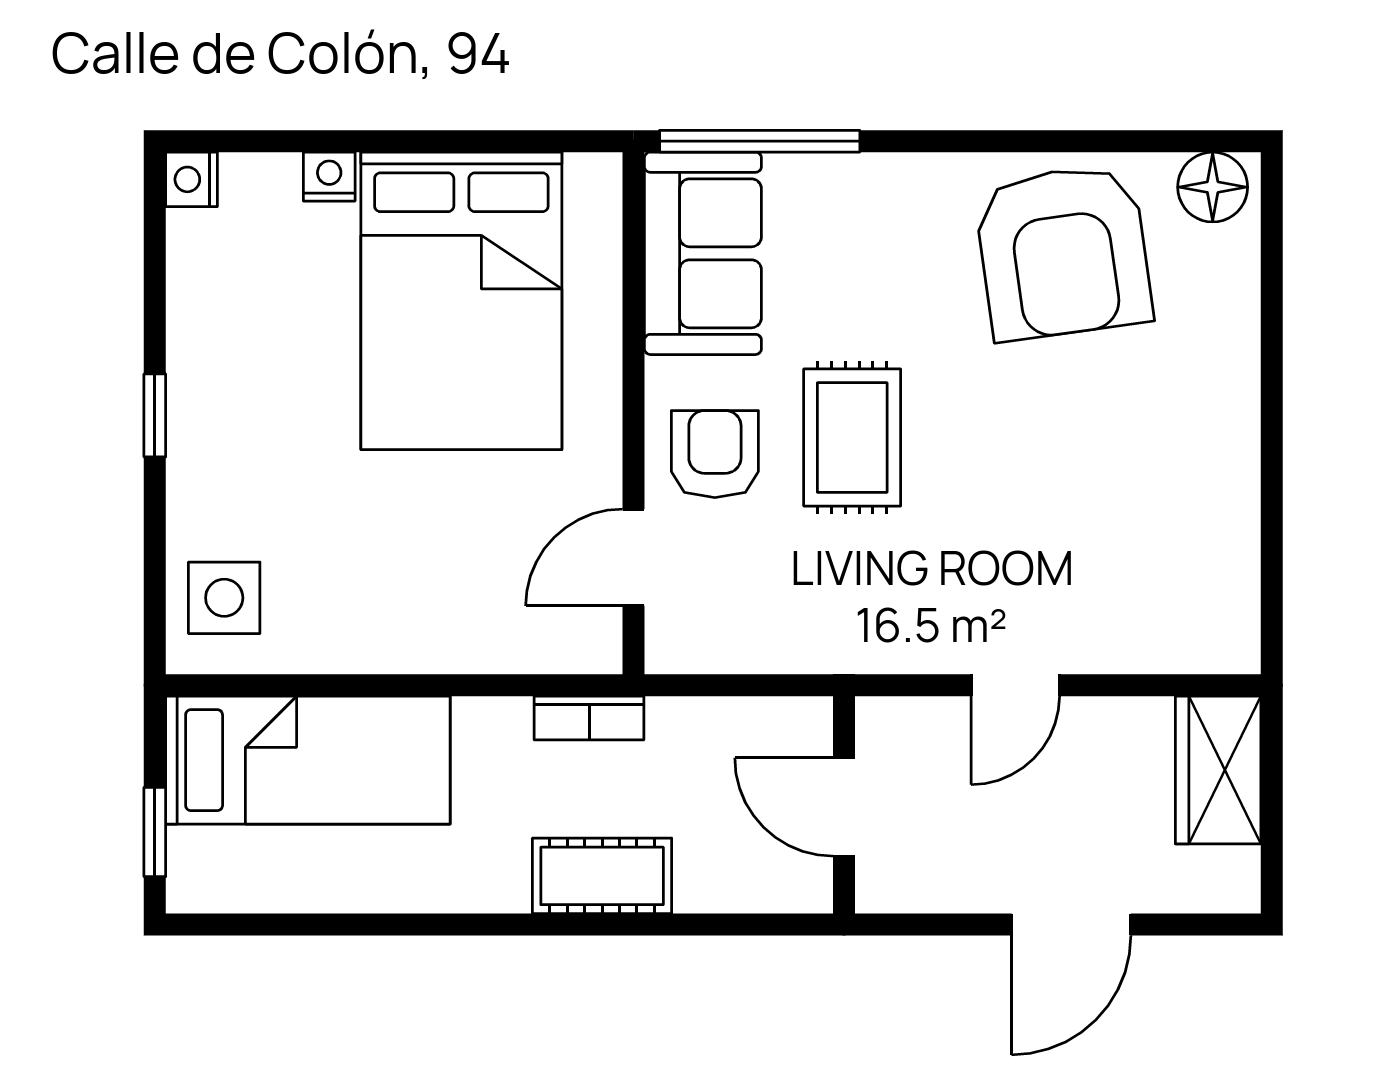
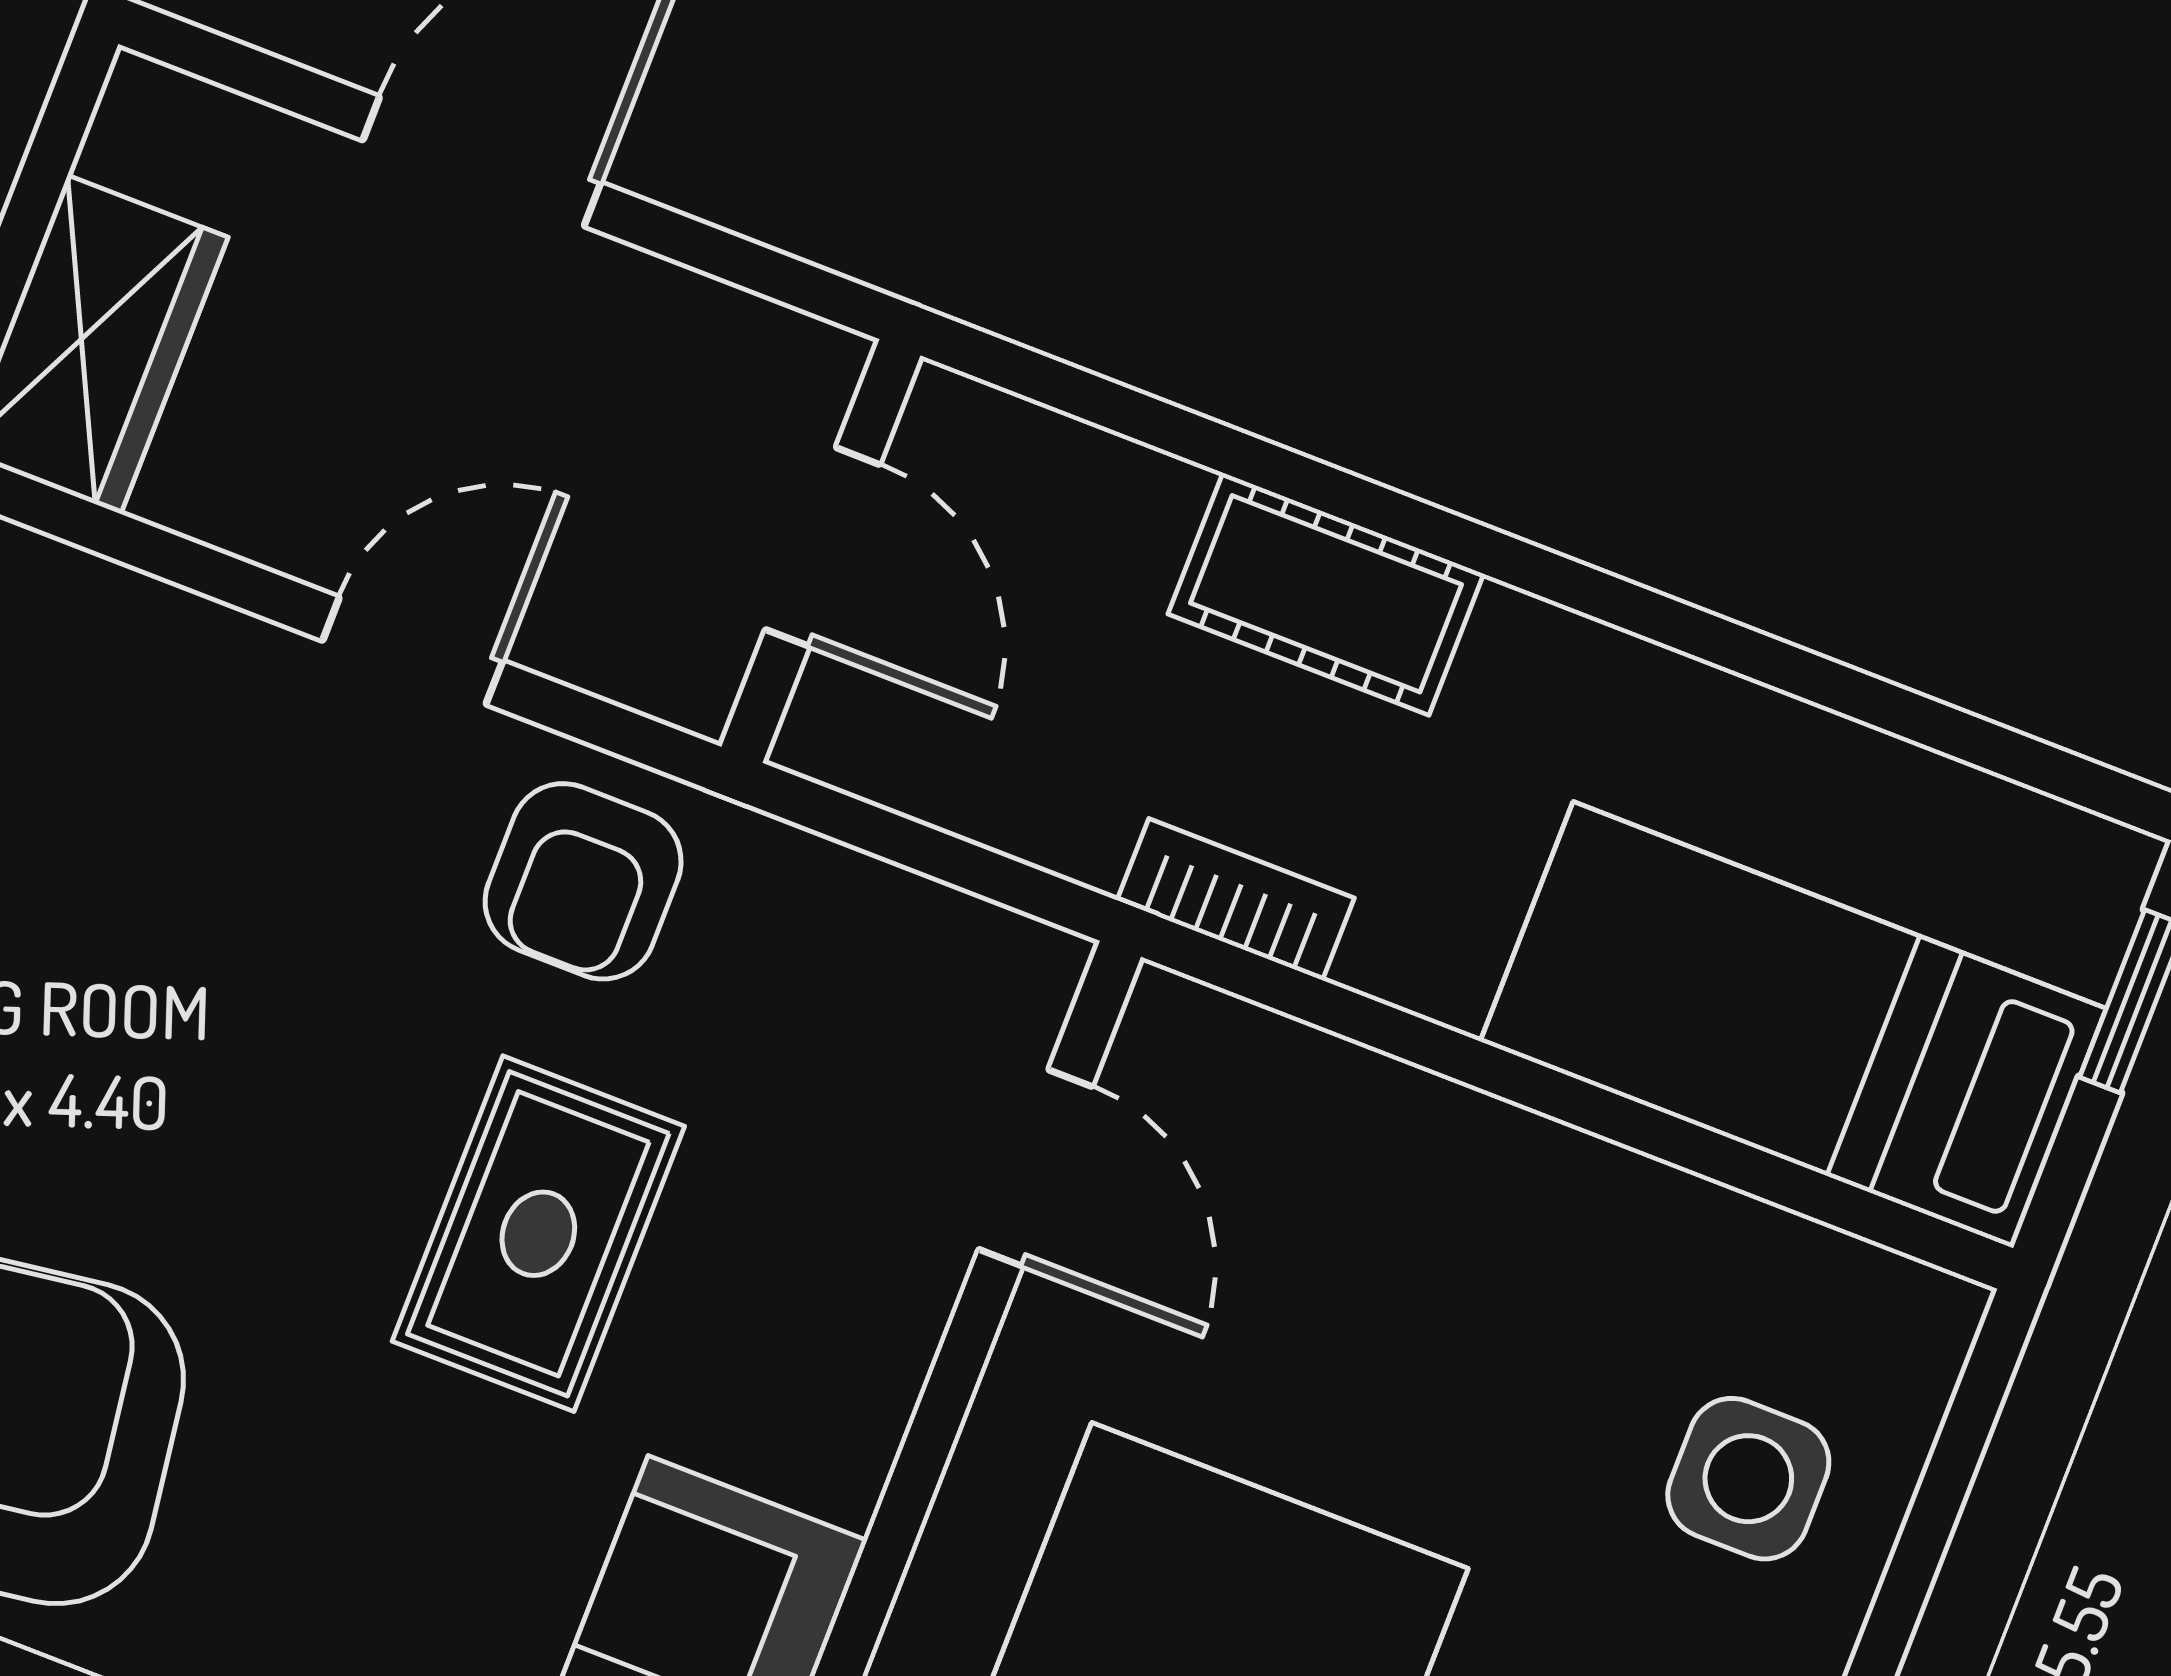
armchair: (715, 454) -> (583, 881), moved
door: (634, 557) -> (1035, 1168), hinge flipped
side table: (224, 598) -> (1748, 1479), moved

